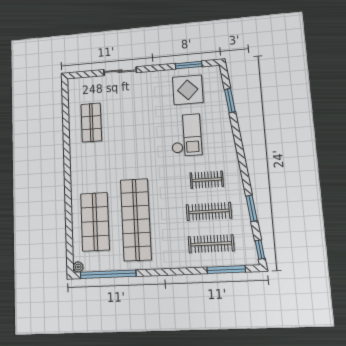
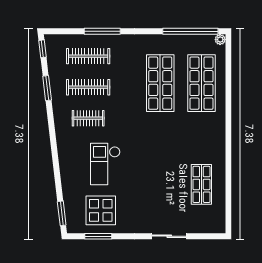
window: (230, 100) -> (62, 213), moved
shop shelf: (136, 220) -> (160, 83), width x0.71
window: (226, 270) -> (102, 31), moved

